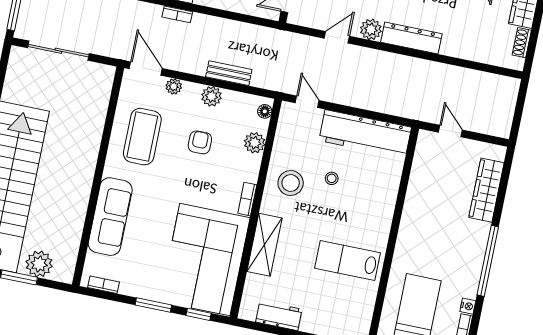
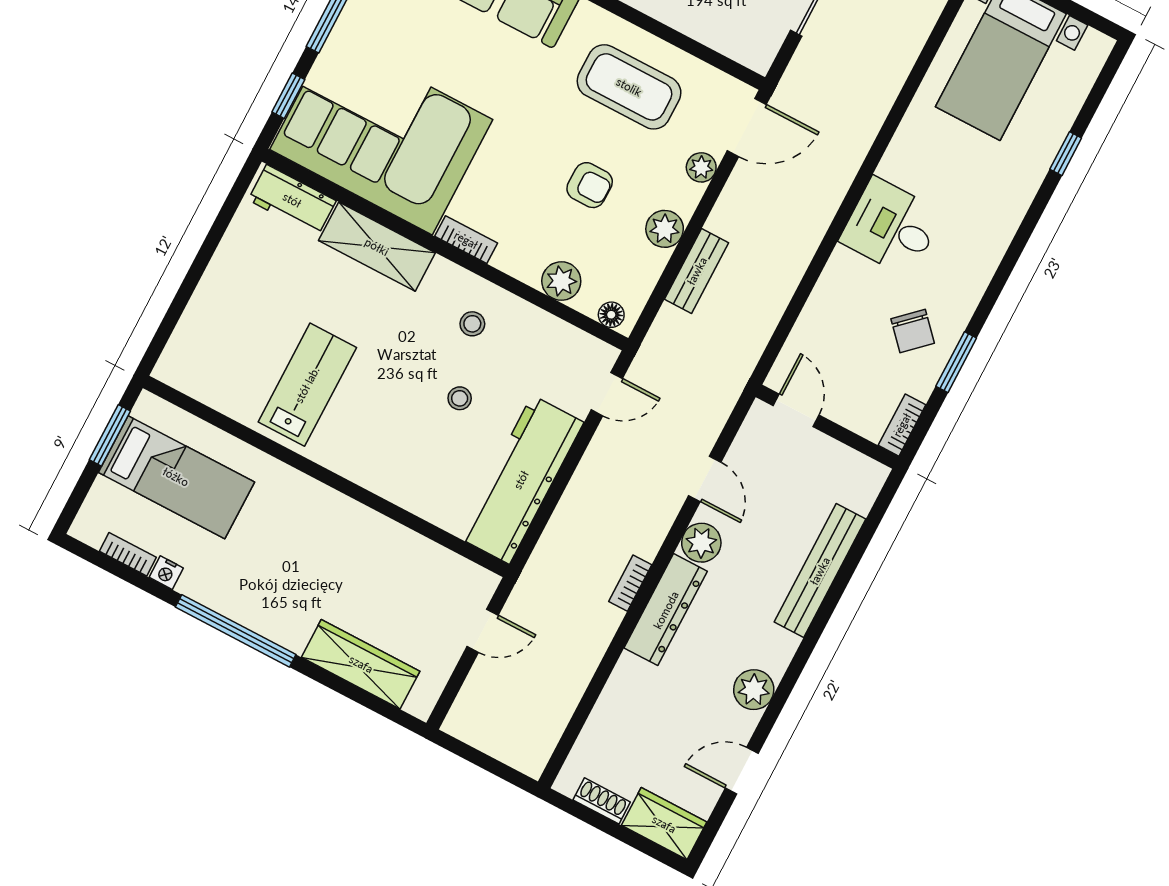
bookcase: (177, 14) -> (630, 583), moved
stool: (291, 183) -> (472, 324), width x0.53, depth x0.53
workbench: (279, 316) -> (292, 200), moved, turned 90

